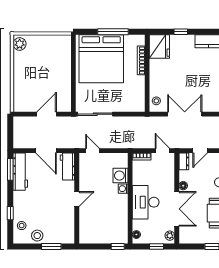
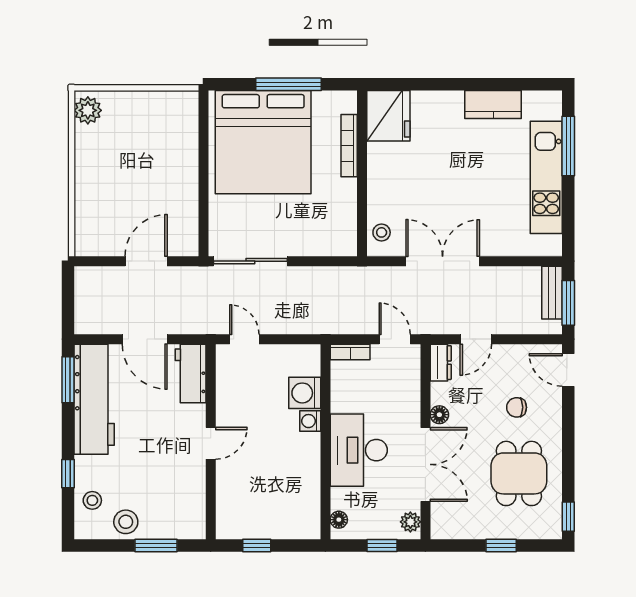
window: (181, 32) -> (434, 84), removed
workbench: (20, 172) -> (94, 399), width x1.36, depth x1.32
window: (118, 247) -> (257, 545), moved

